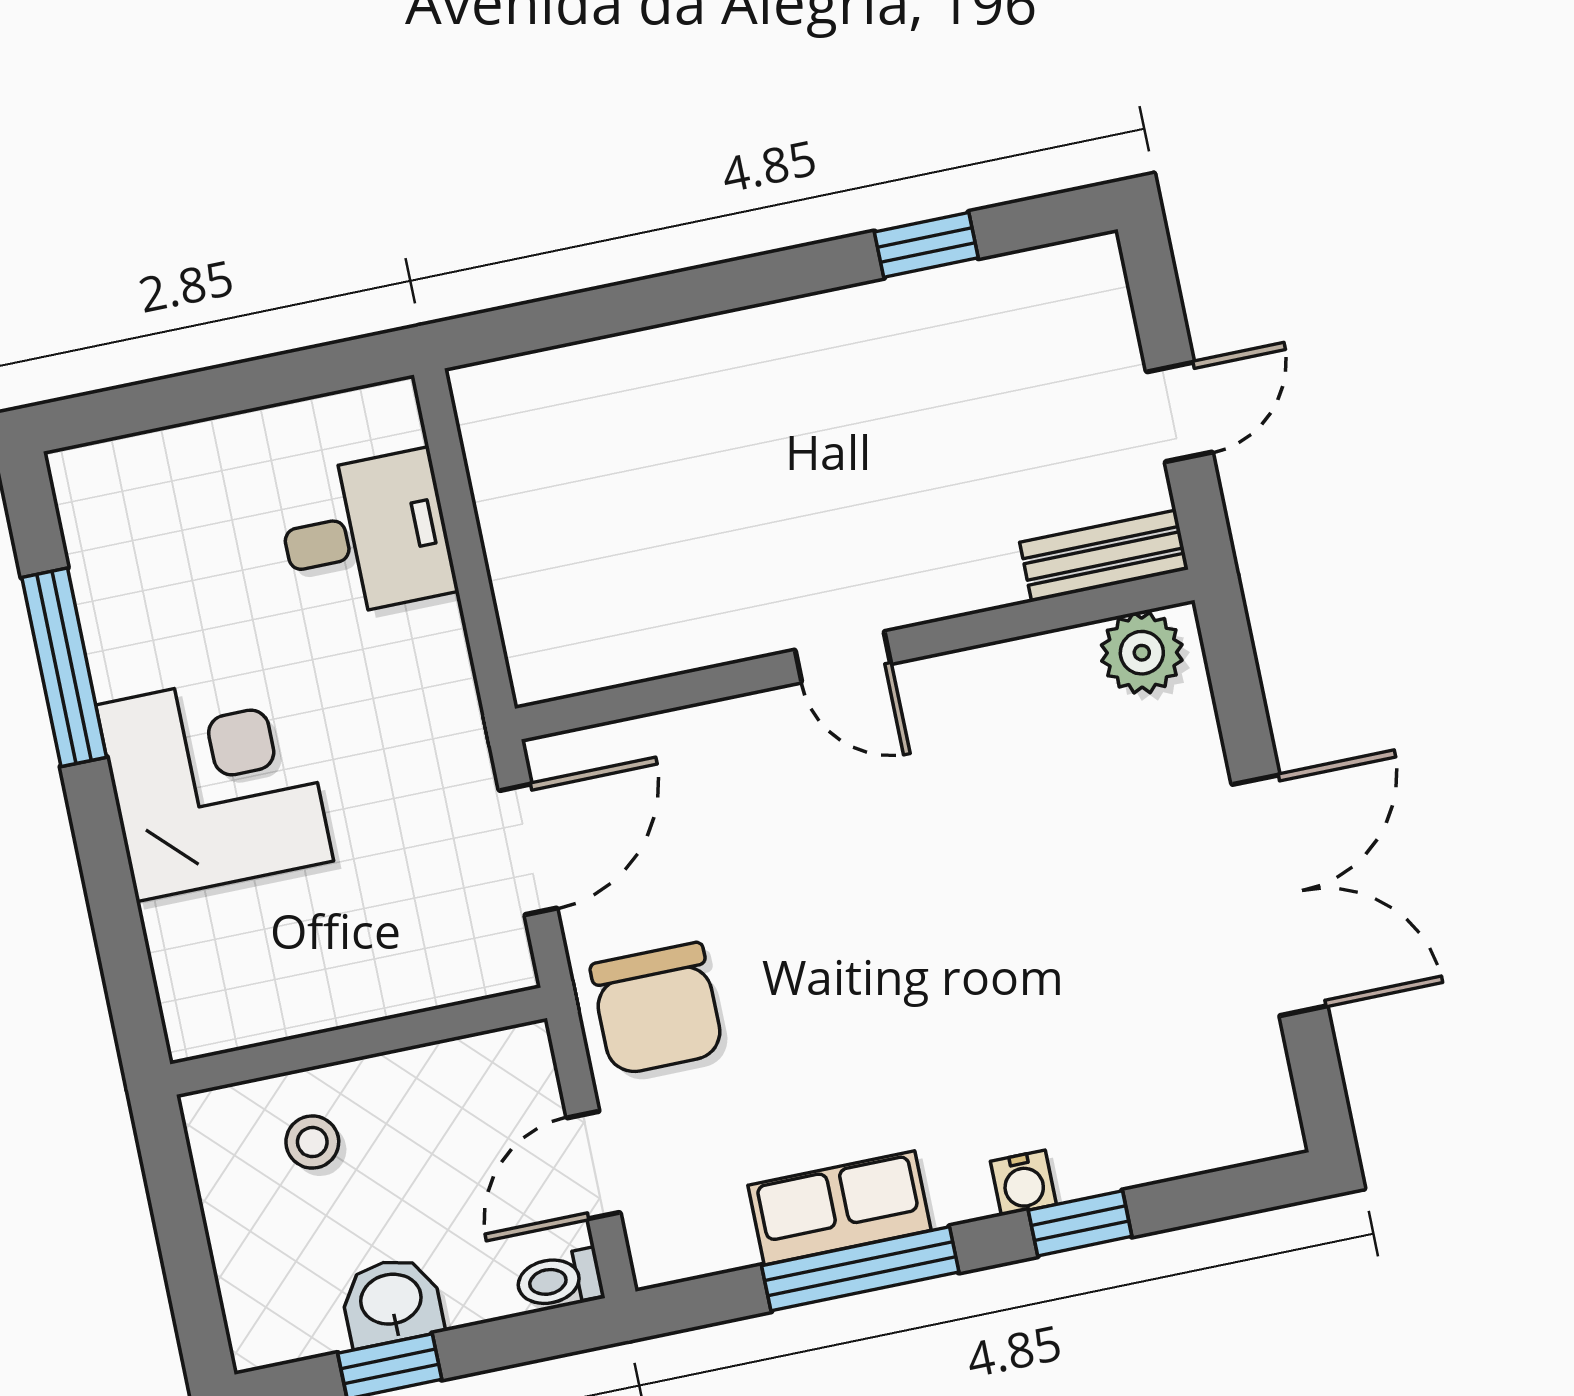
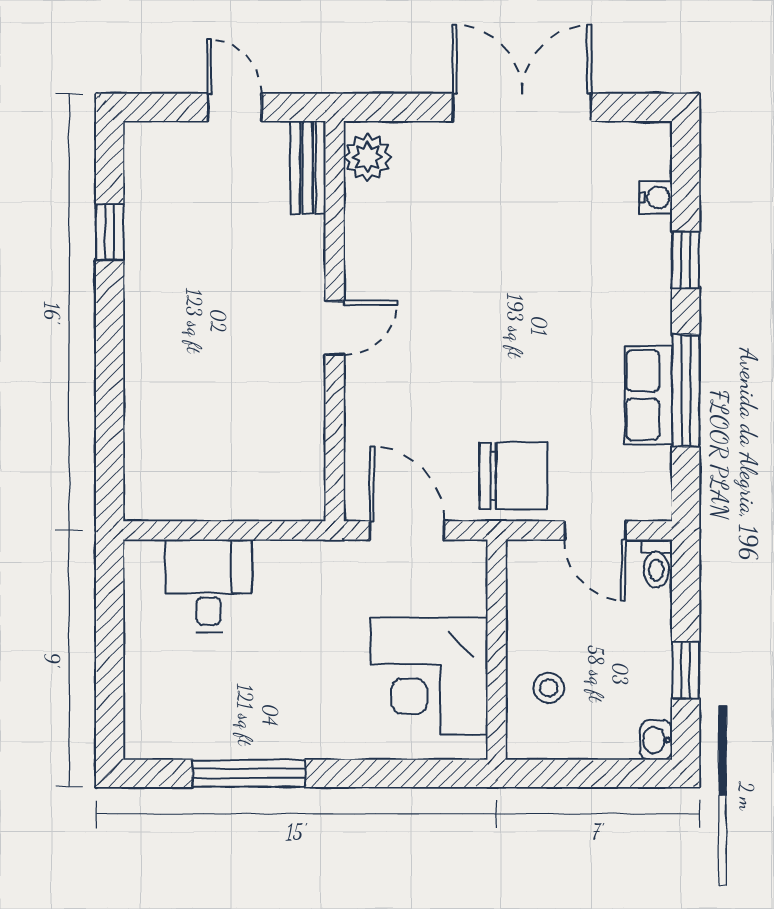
corner desk: (215, 783) -> (429, 676), moved, turned -90
water cooler: (1023, 1183) -> (656, 197), moved
washbasin: (391, 1301) -> (656, 740), moved, width x0.72, depth x0.69

